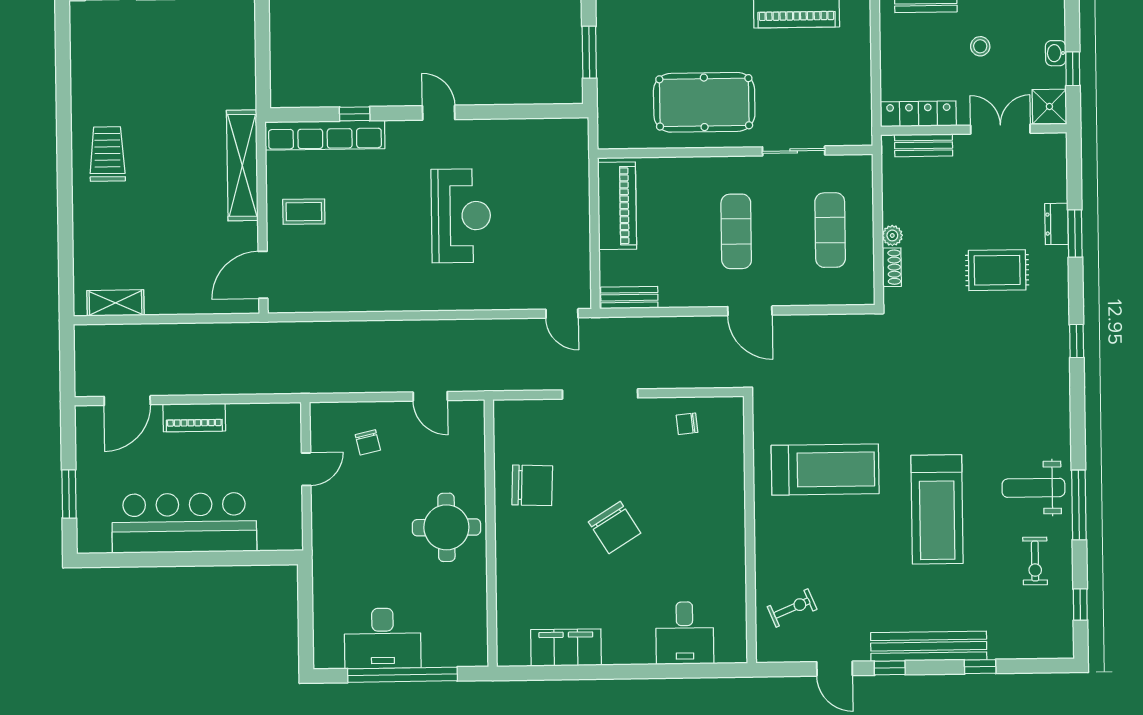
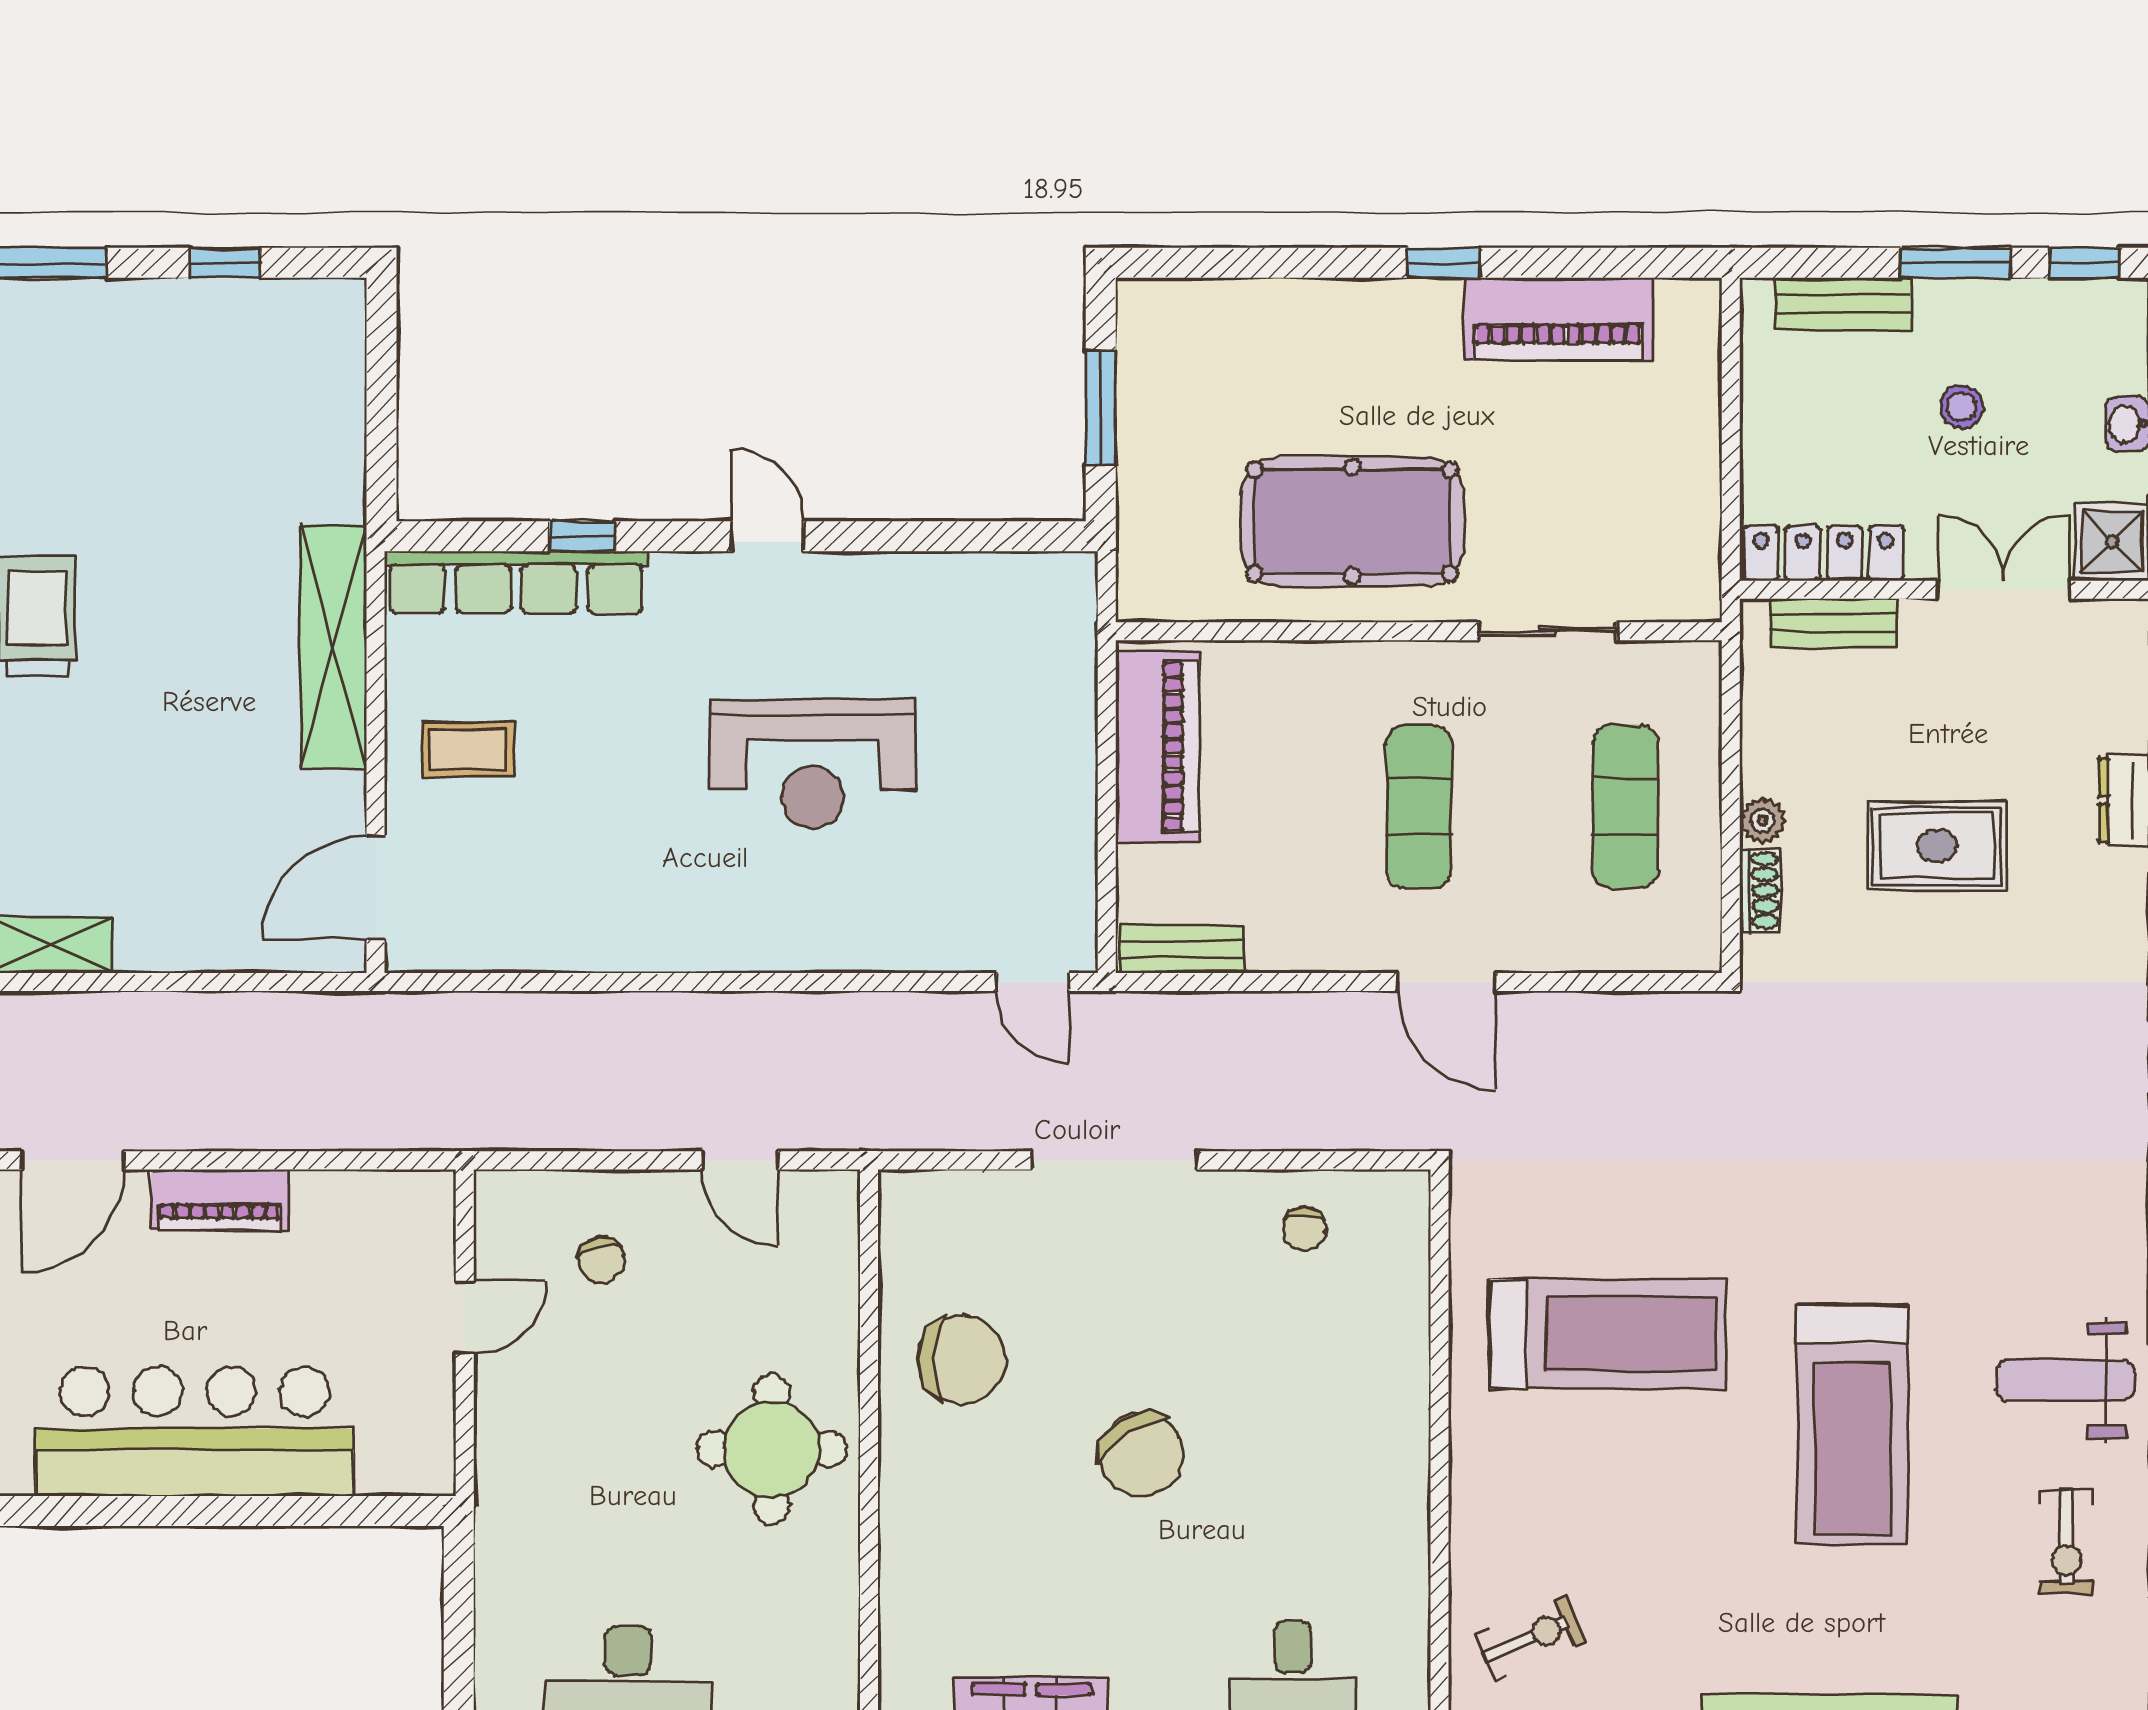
reception desk: (461, 216) -> (813, 764), turned 90
rug: (997, 270) -> (1937, 846), moved
chair: (687, 424) -> (1305, 1229), turned -84

